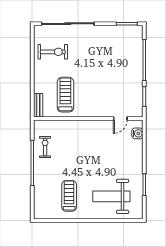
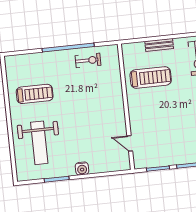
bench: (38, 105) -> (159, 45), moved
water cooler: (137, 133) -> (82, 169), moved
weight bench: (111, 196) -> (39, 143), turned 180

